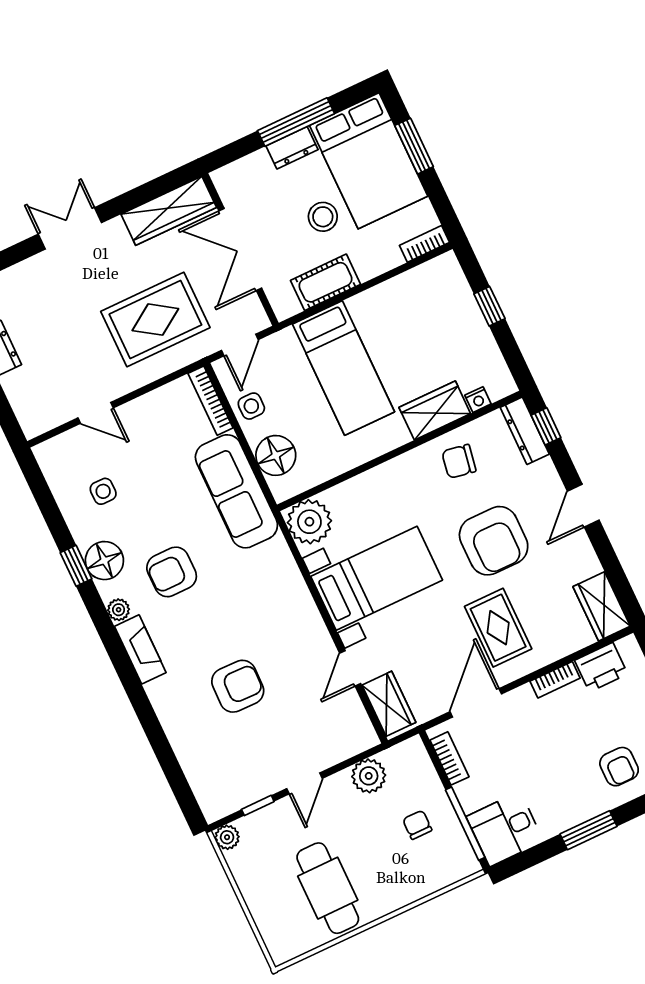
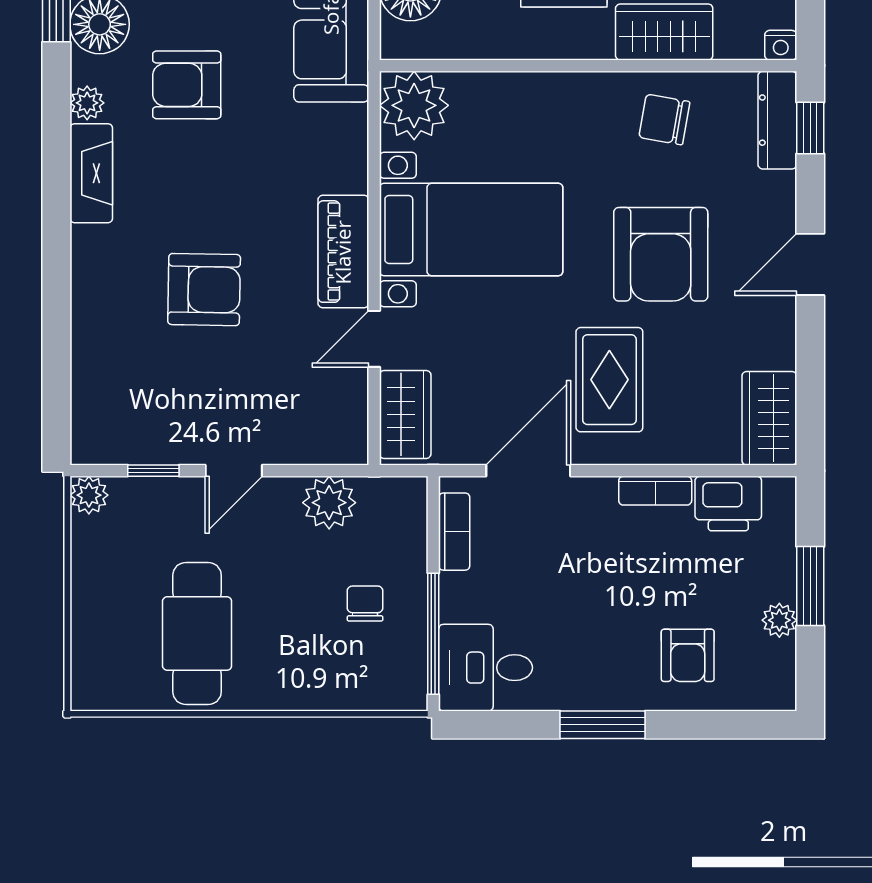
nightstand: (478, 400) -> (781, 45), moved
piano: (308, 626) -> (343, 252), added

